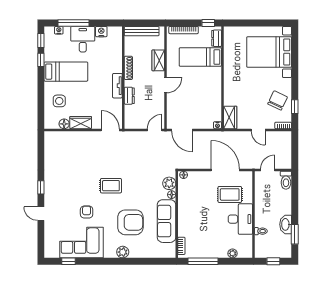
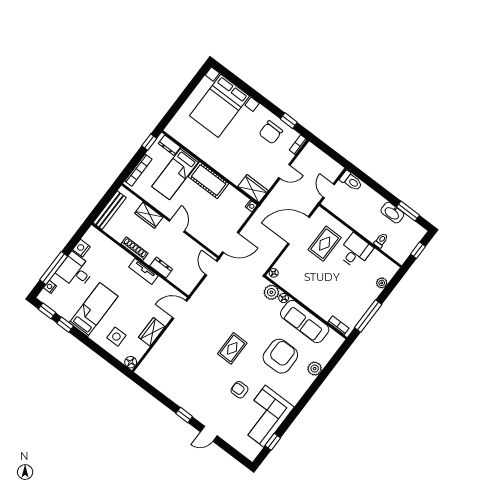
cot: (213, 83) -> (209, 180), added
chair: (278, 100) -> (271, 132), turned -115
floor lamp: (64, 124) -> (131, 362), moved
desk: (240, 219) -> (355, 251), width x0.73
plant: (123, 252) -> (315, 369), moved

